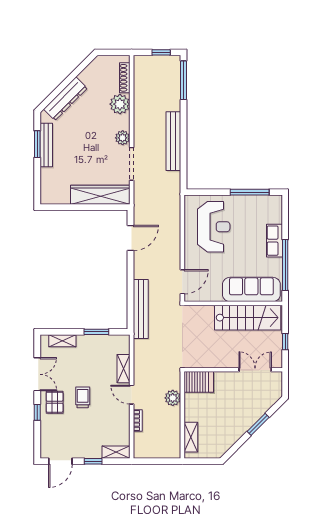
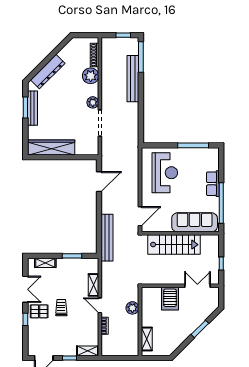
bench: (173, 141) -> (133, 79), moved
wardrobe: (100, 195) -> (51, 147), moved
stairs: (248, 318) -> (174, 245), moved
server rack: (199, 382) -> (170, 299), moved, turned 90
pallet: (55, 402) -> (39, 311), turned 90

